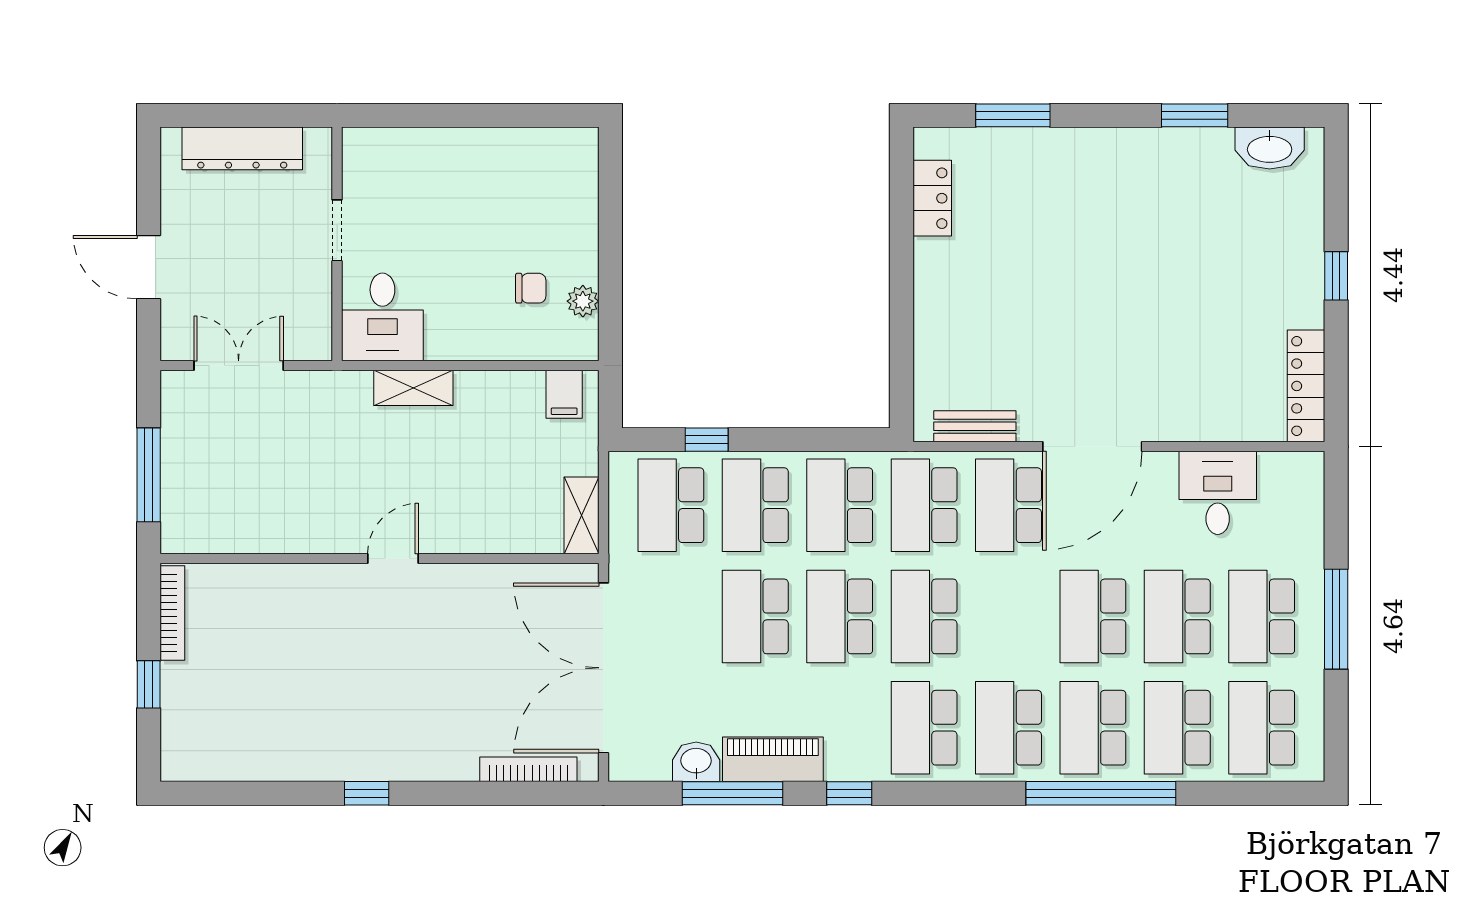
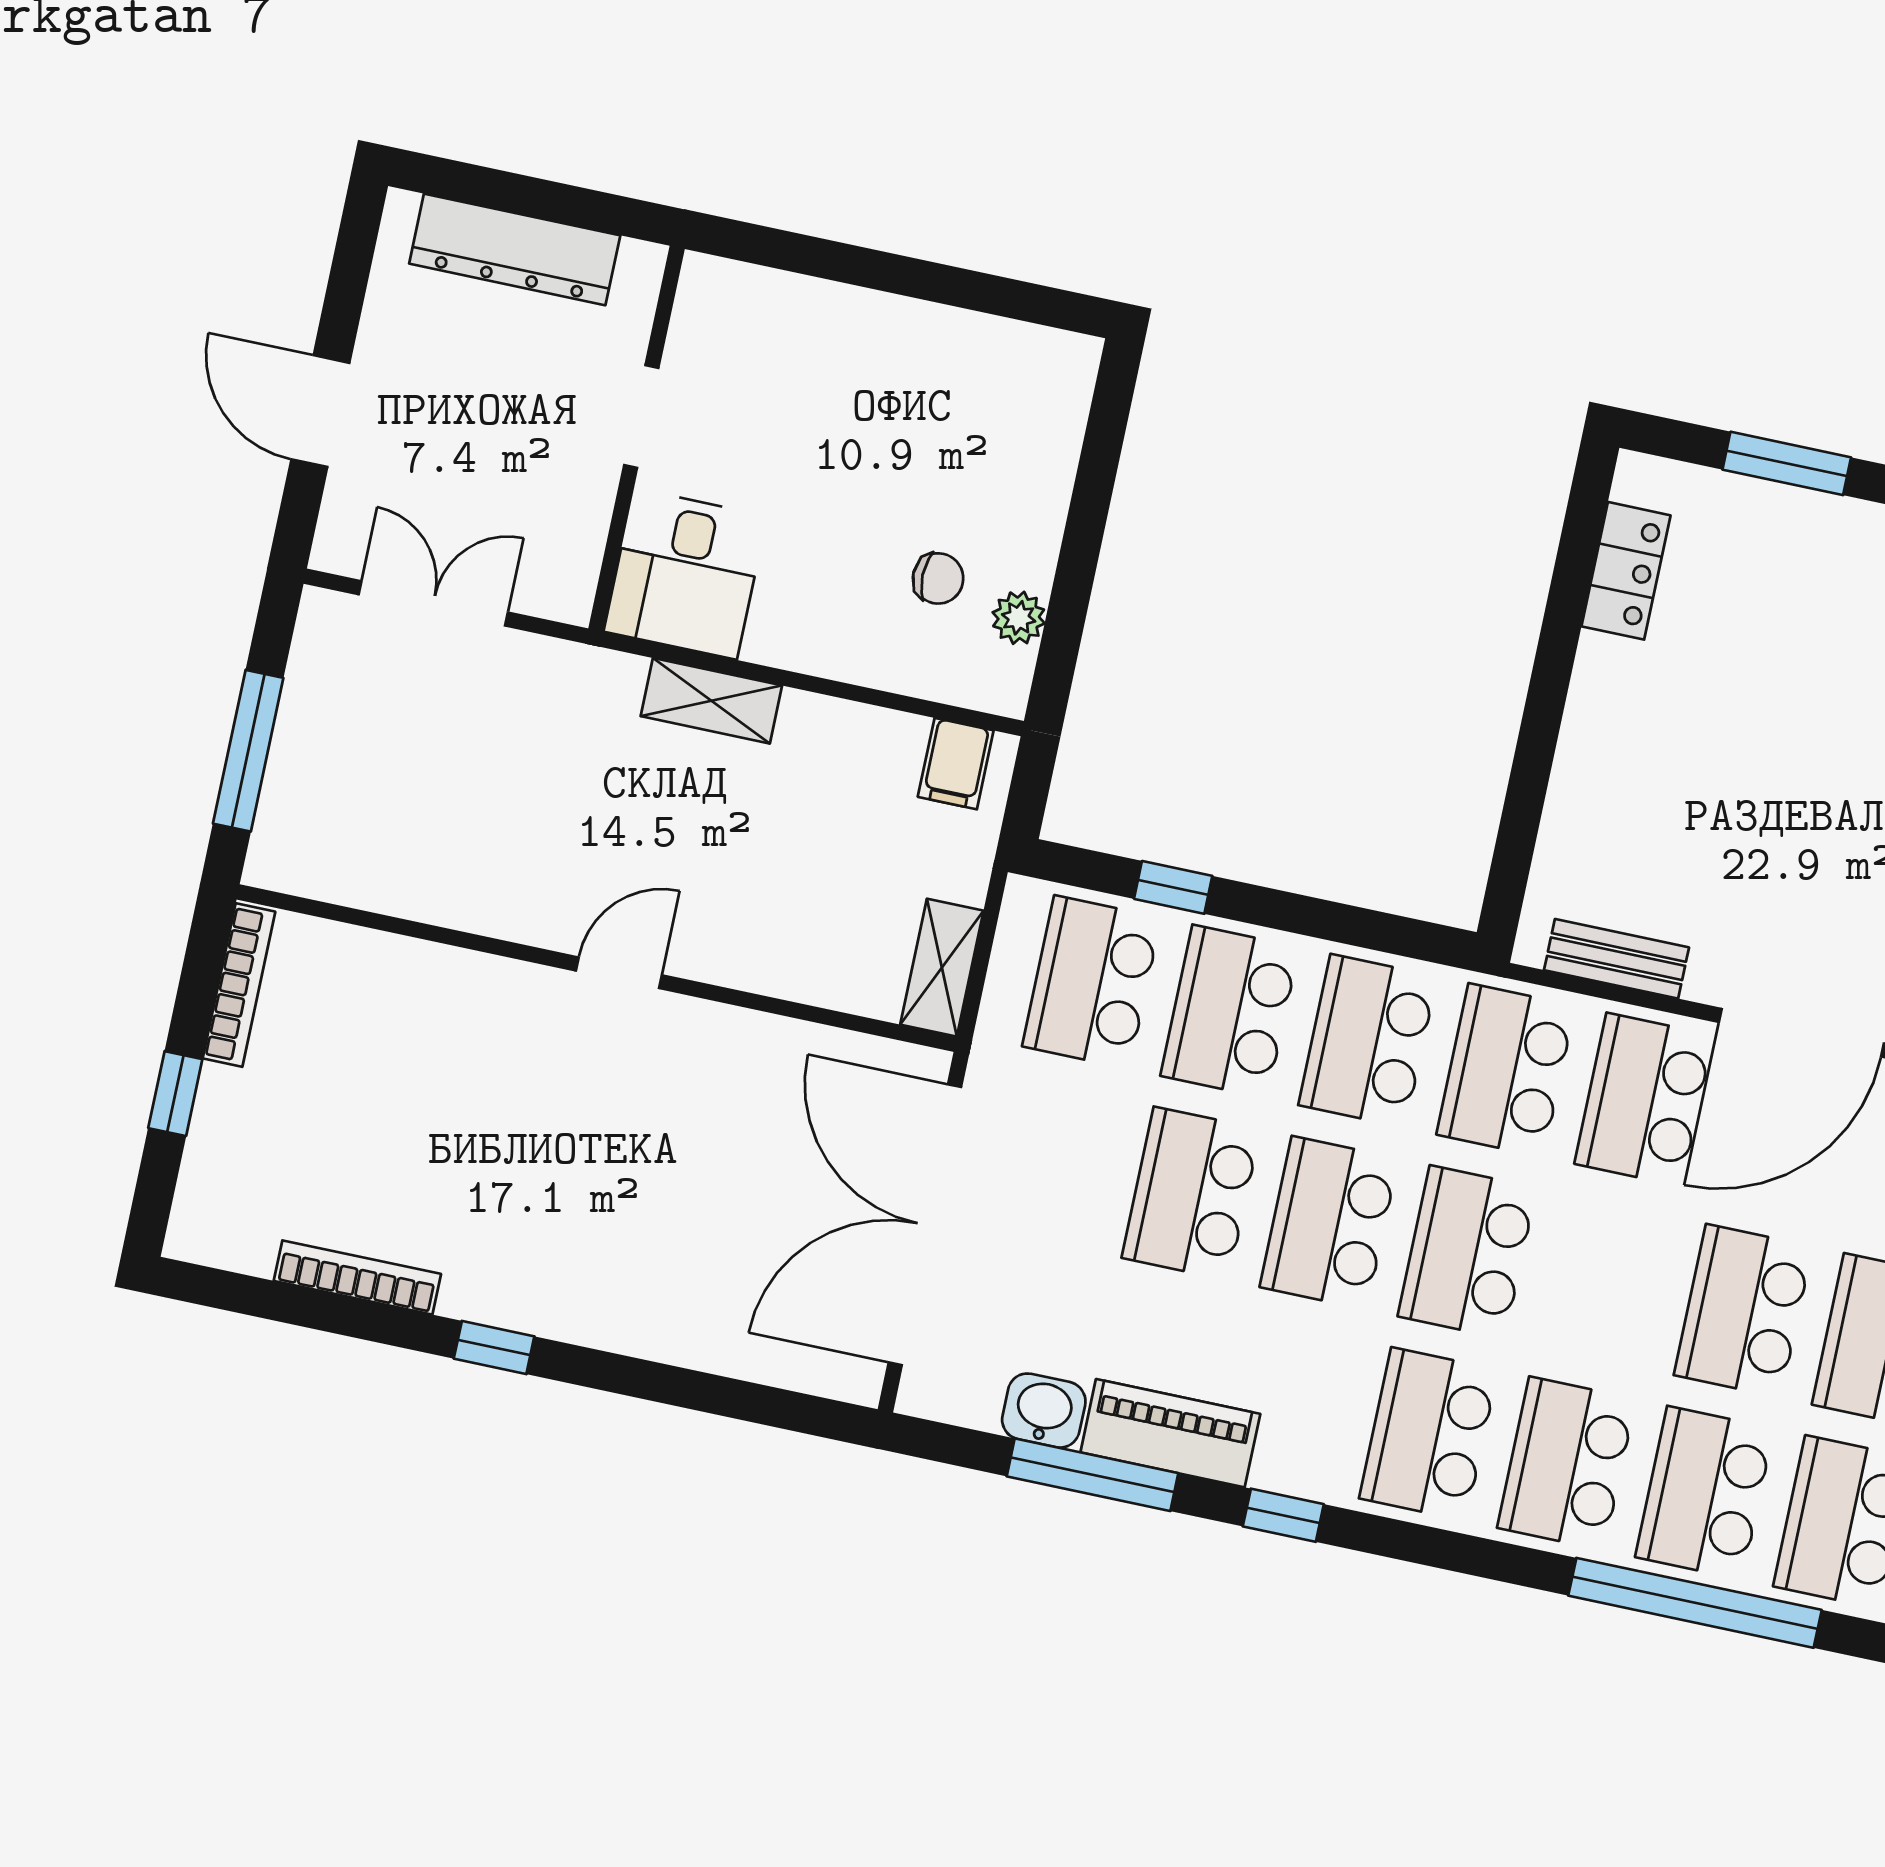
bookcase: (528, 769) -> (357, 1277), moved

